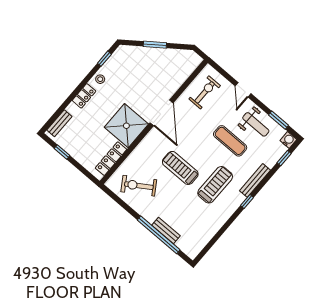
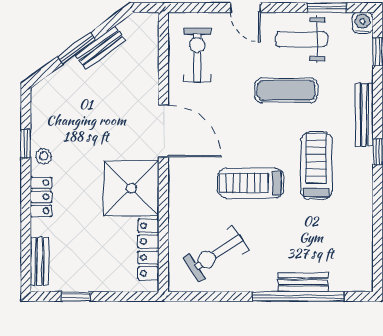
bench: (165, 53) -> (101, 48), added
window: (104, 59) -> (26, 144), moved
weight bench: (256, 124) -> (302, 39), turned 180

